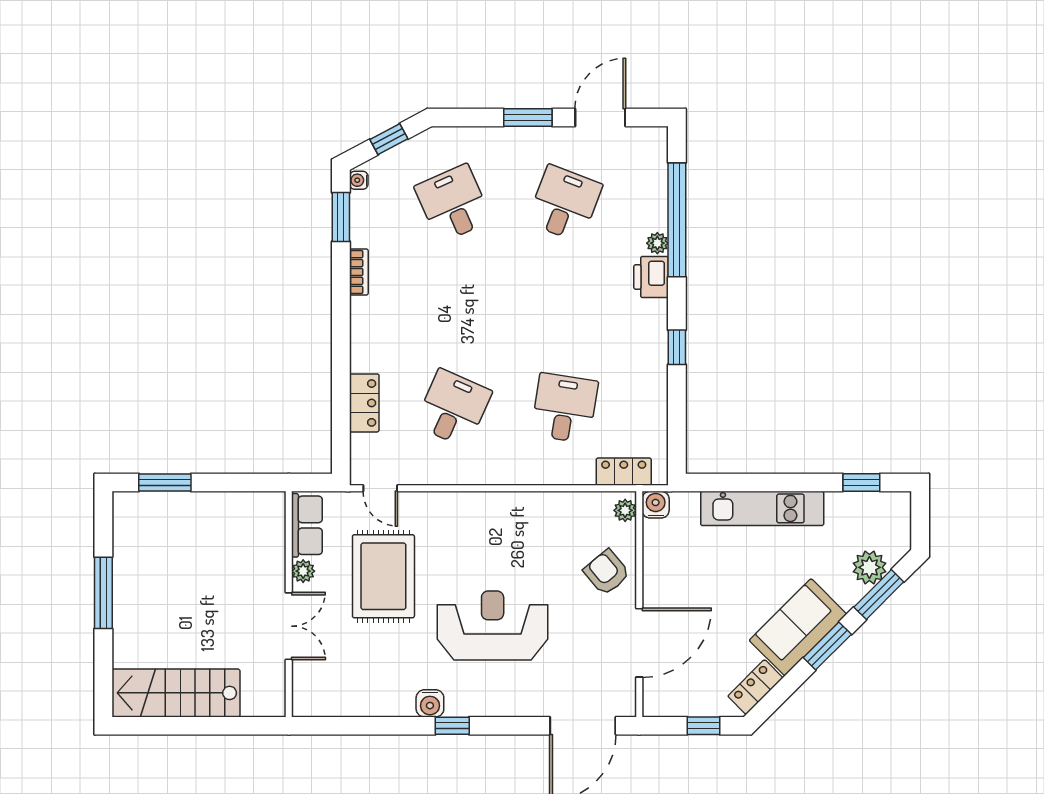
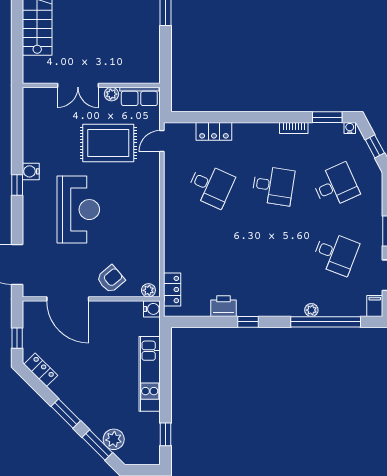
filing cabinet: (651, 139) -> (375, 306), added
printer: (651, 277) -> (223, 306), moved
desk: (565, 408) -> (273, 186), moved
sofa: (798, 627) -> (77, 396), removed

